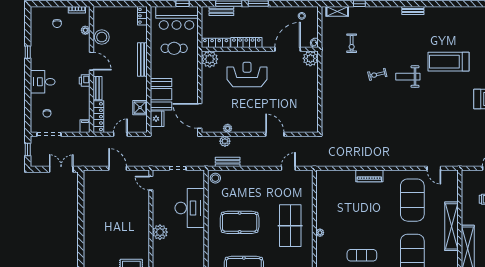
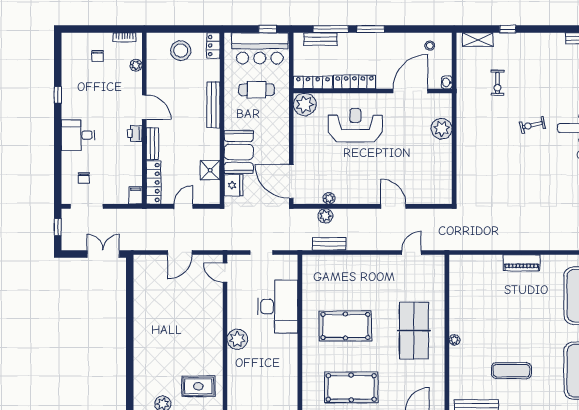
stool: (102, 37) -> (181, 51), moved
plant: (310, 58) -> (442, 129), moved
door: (118, 168) -> (180, 252), swing flipped
stool: (215, 178) -> (312, 266), removed

